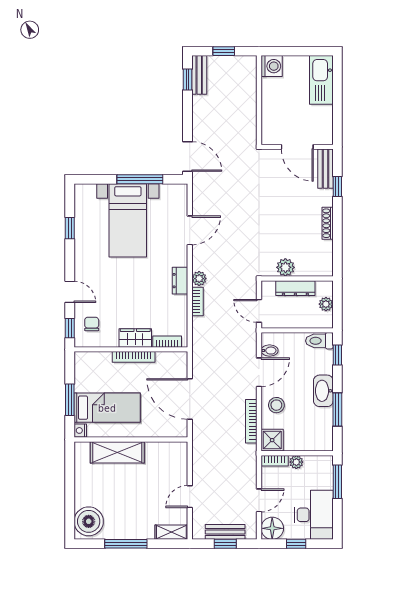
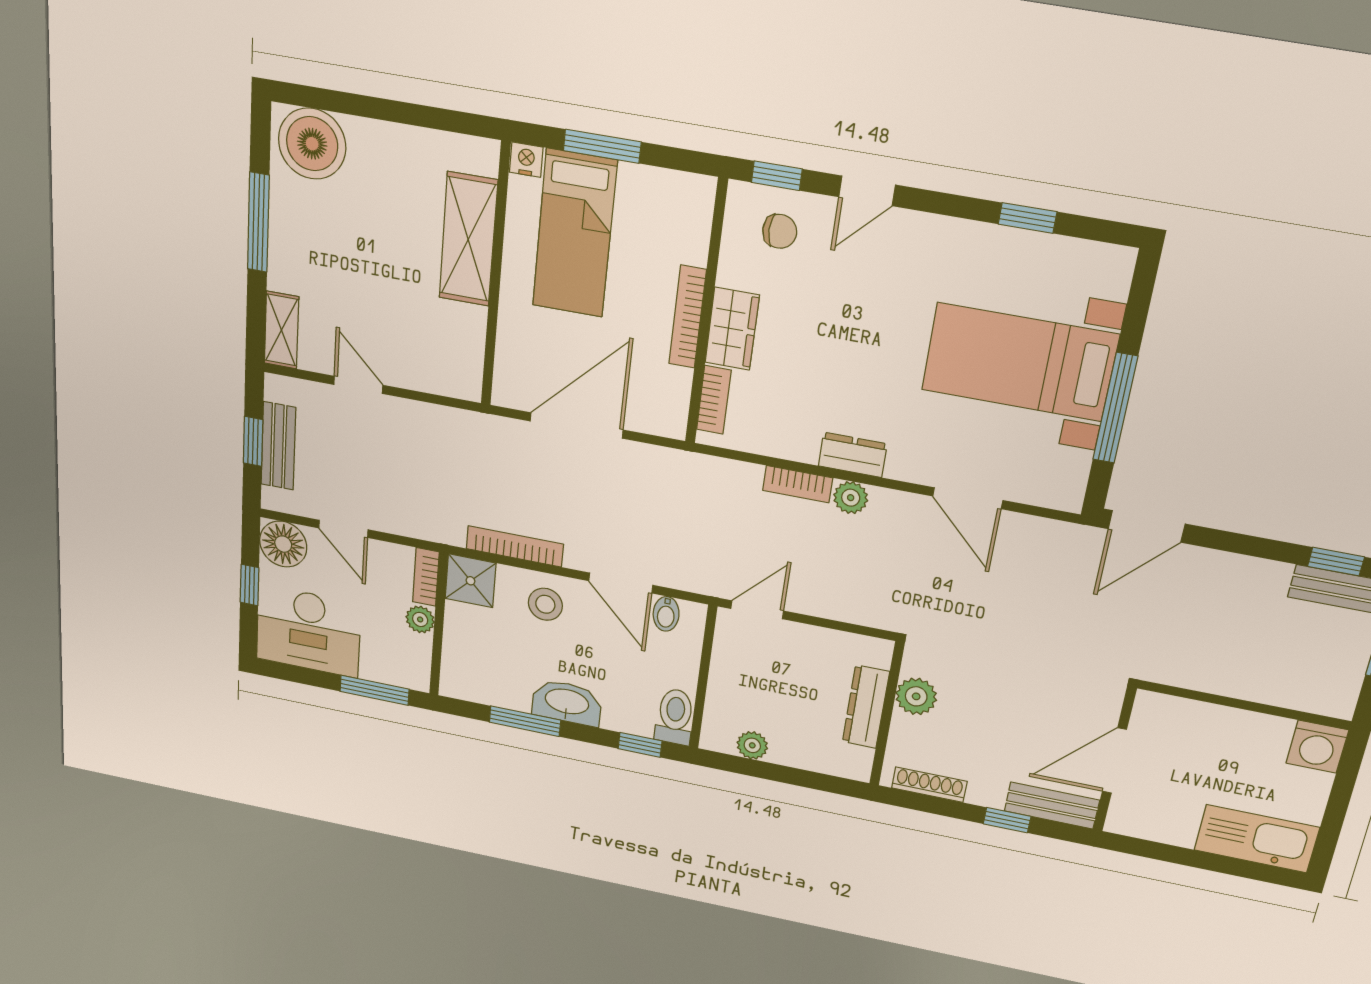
plant: (285, 267) -> (916, 696), moved
wall: (297, 278) -> (887, 714), moved
dresser: (295, 288) -> (866, 707), moved

